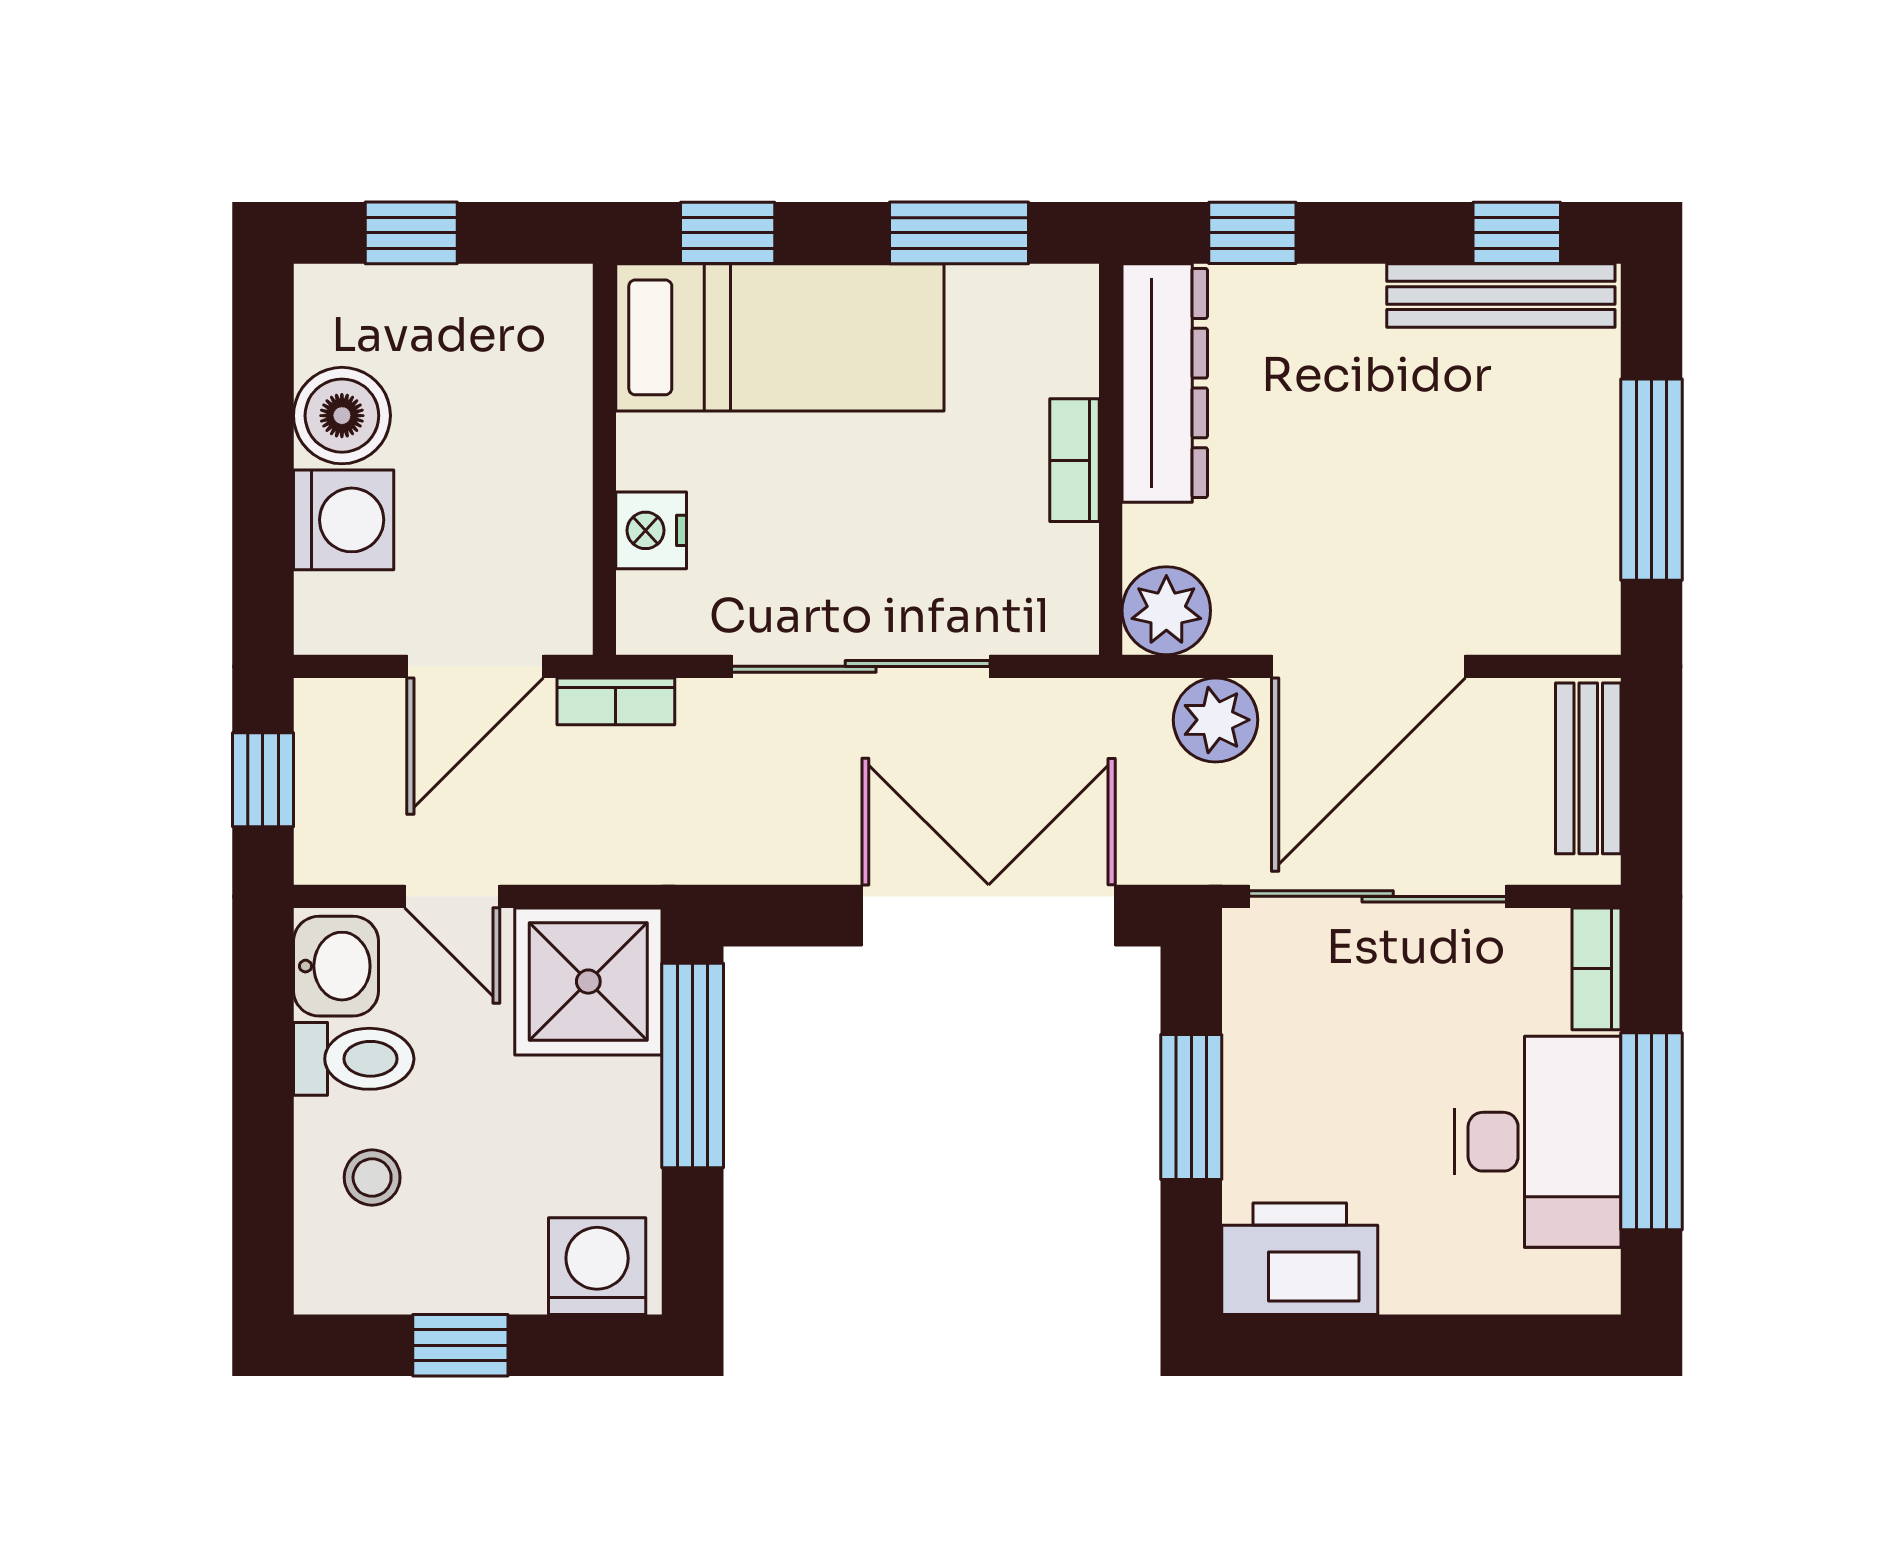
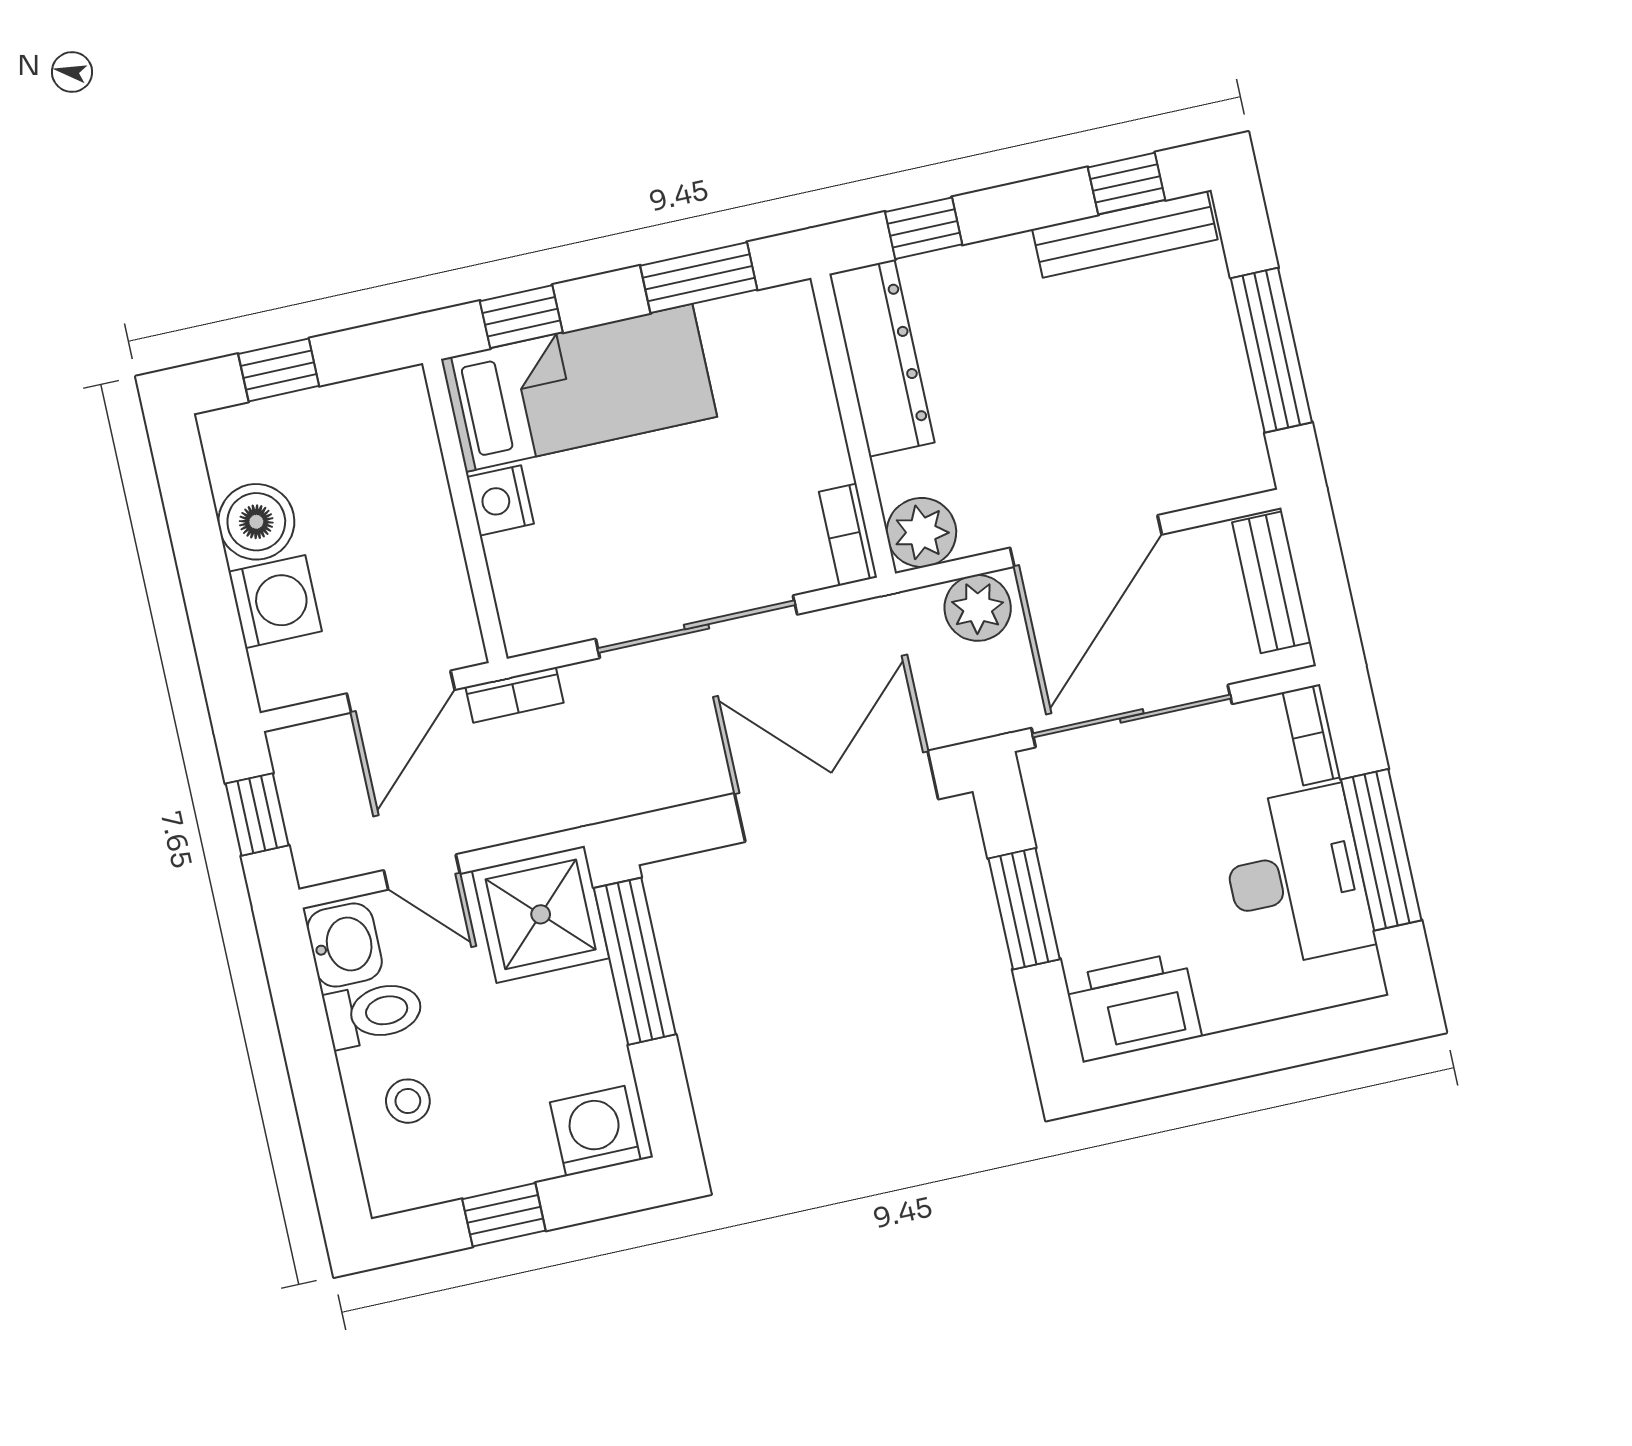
bookcase: (1075, 460) -> (848, 535), moved
nightstand: (651, 530) -> (500, 500), moved

